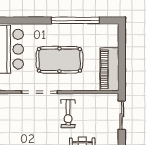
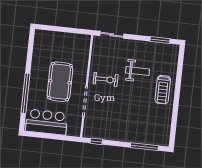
window: (75, 20) -> (26, 93), moved
piano: (109, 69) -> (72, 41), removed

